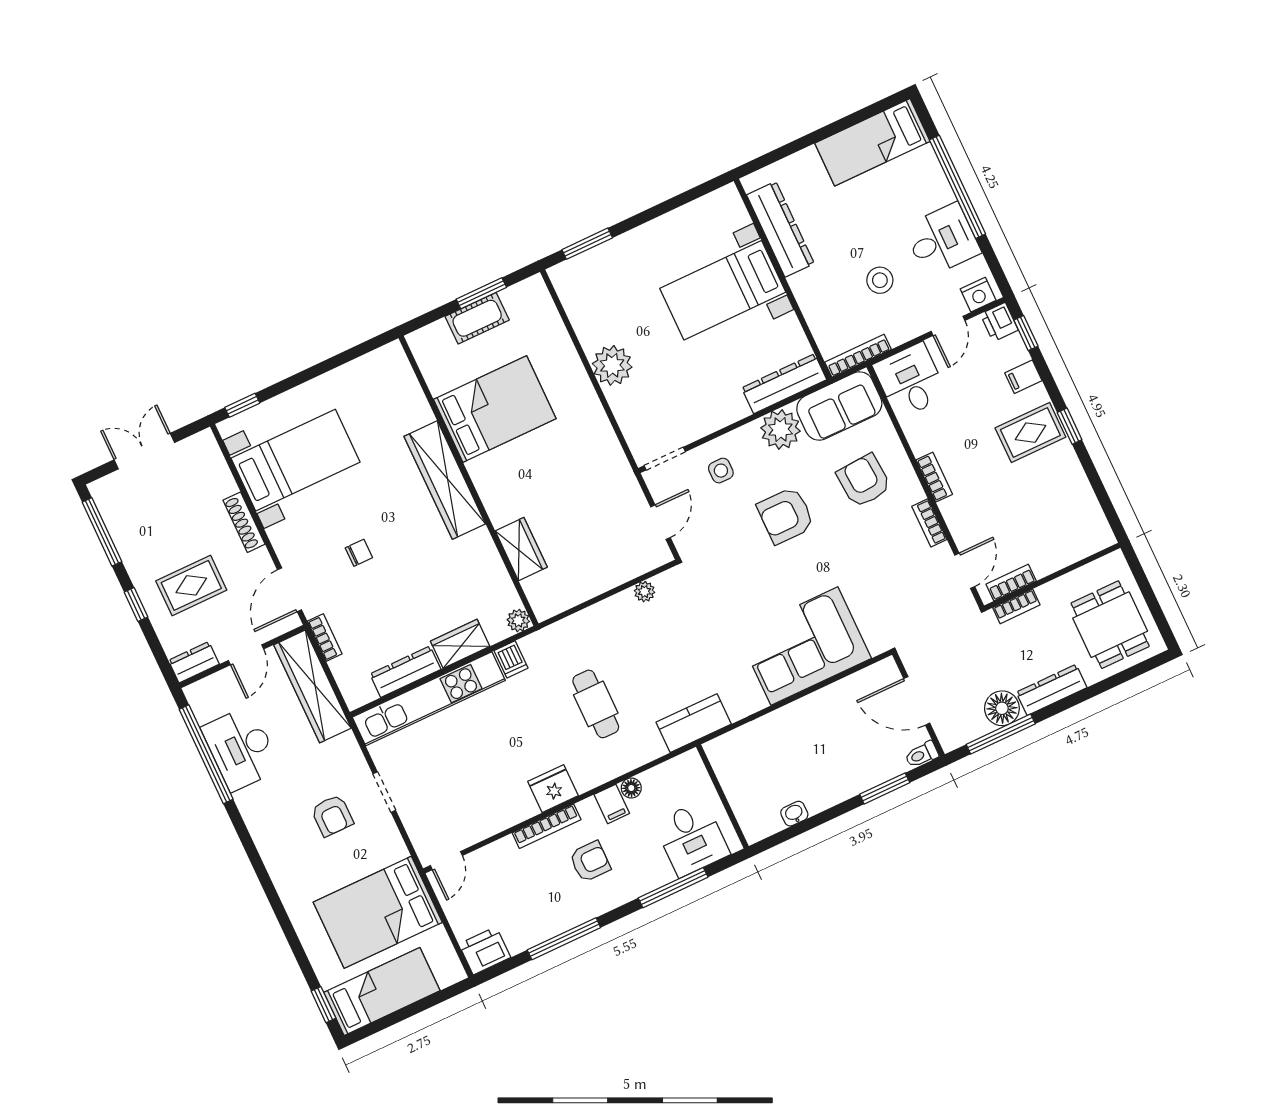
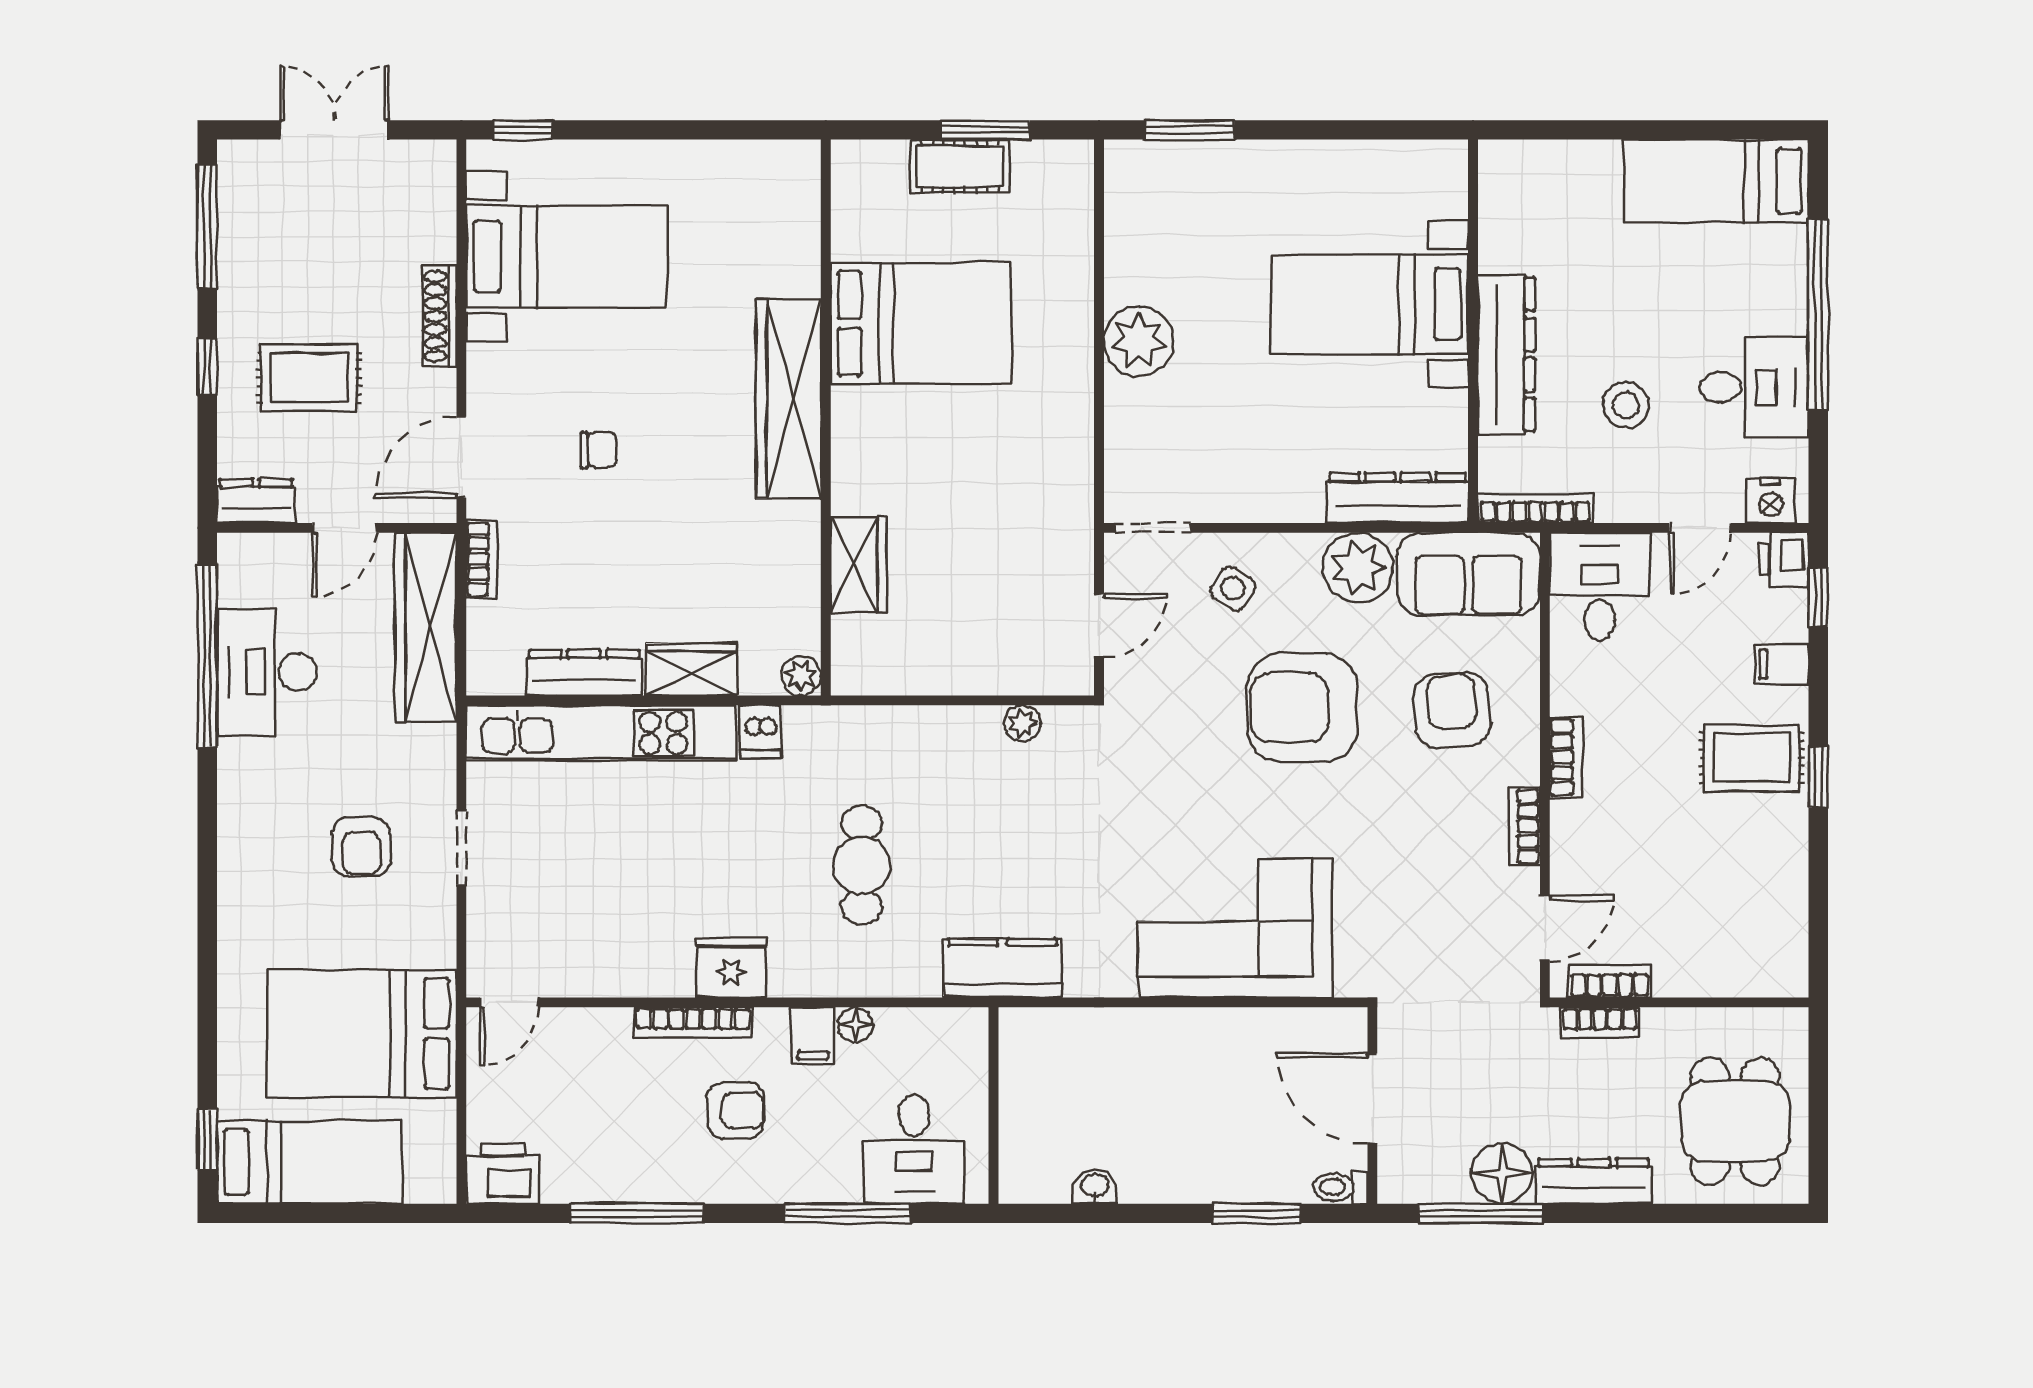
dresser: (780, 229) -> (1506, 354), moved
side table: (721, 471) -> (1233, 588), turned 33
armchair: (786, 515) -> (1302, 708), width x1.36, depth x1.36

